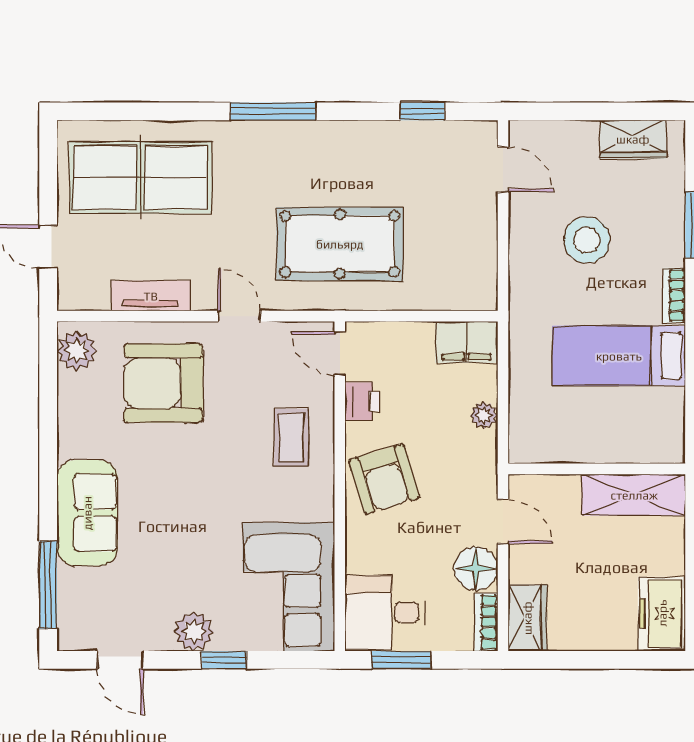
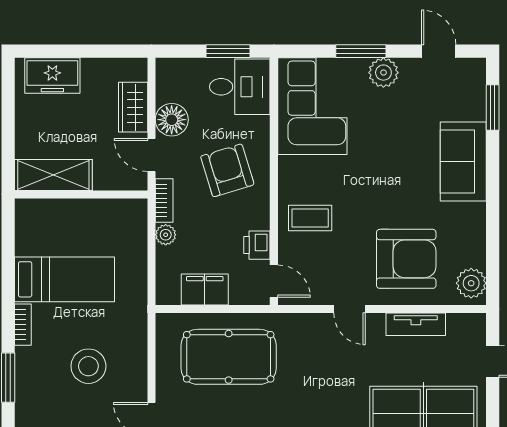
pool table: (340, 244) -> (229, 357), moved
filing cabinet: (467, 342) -> (205, 290), moved
coffee table: (291, 438) -> (310, 218), turned 90
armchair: (384, 479) -> (227, 170), moved
window: (48, 585) -> (493, 107), width x0.69
freezer: (662, 613) -> (52, 75), moved, turned 90
wardrobe: (527, 618) -> (133, 107), moved
bookcase: (486, 622) -> (164, 201), moved
window: (224, 660) -> (361, 51), width x1.50

